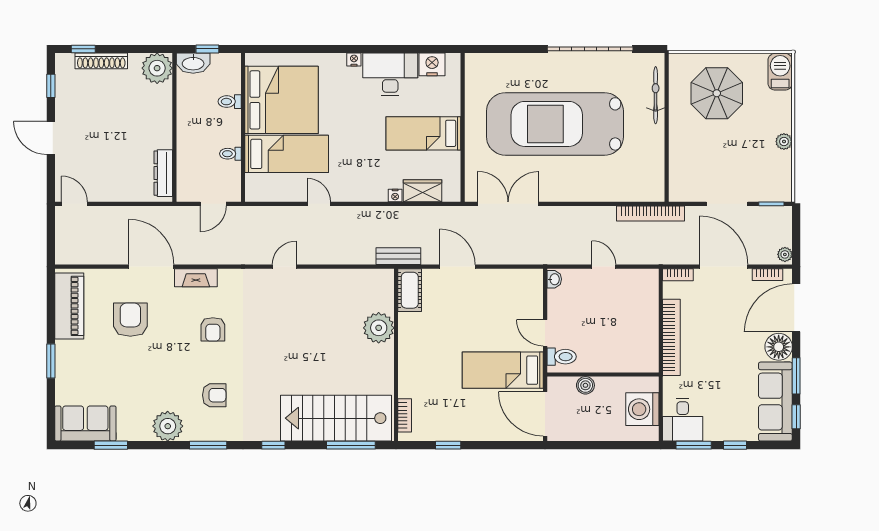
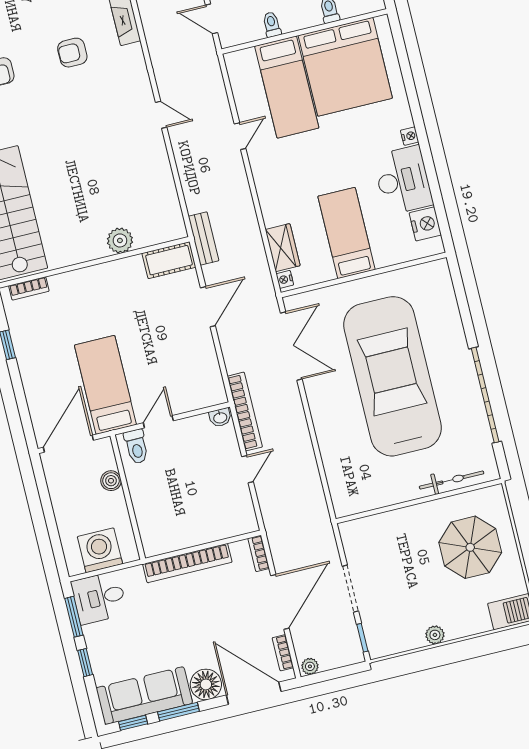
nightstand: (395, 196) -> (285, 279), moved
bookcase: (651, 214) -> (245, 412), moved, turned 180
plant: (379, 328) -> (120, 240), width x0.73, depth x0.73

